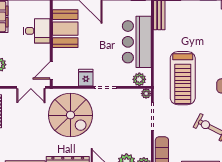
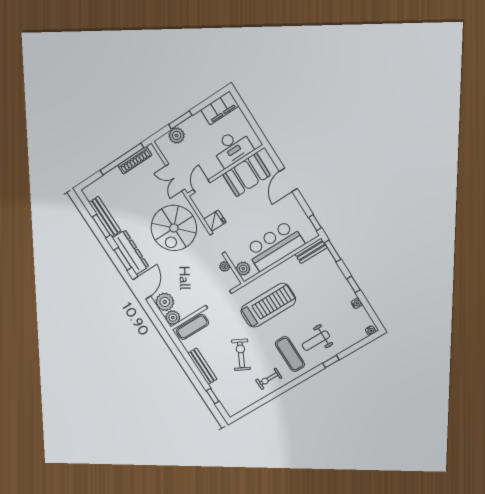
desk: (37, 31) -> (232, 148), width x1.37
door: (51, 70) -> (202, 186), hinge flipped
treadmill: (183, 78) -> (268, 305), turned 180
plant: (146, 94) -> (225, 266), moved

